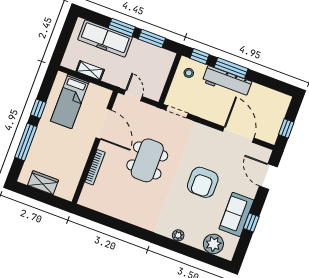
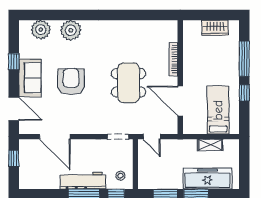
door: (133, 96) -> (152, 137), moved
sofa: (236, 214) -> (30, 78), moved
plant: (178, 235) -> (71, 30), width x1.87, depth x1.87

